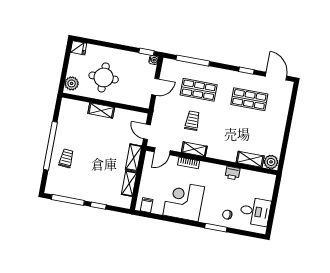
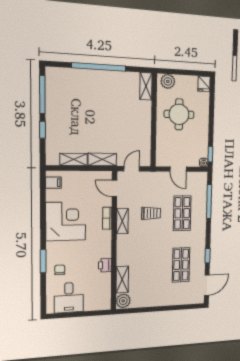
shelving: (101, 110) -> (146, 86), moved
trolley: (66, 158) -> (88, 86), removed

